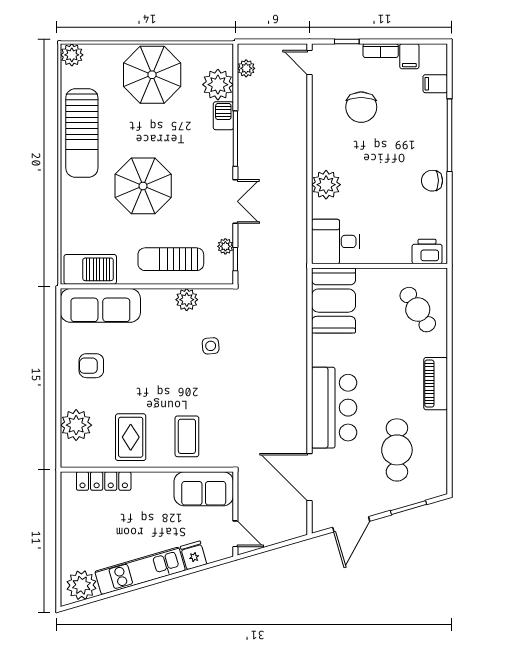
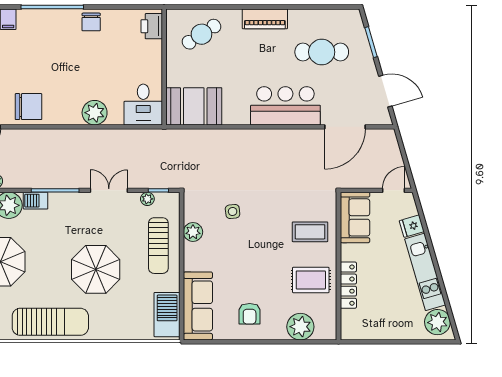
chair: (361, 107) -> (28, 107), moved
locker: (104, 481) -> (348, 285), moved

